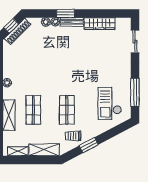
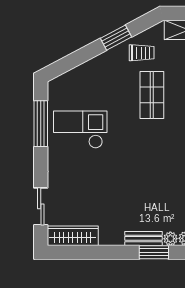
wardrobe: (100, 24) -> (73, 236), moved
checkout: (110, 103) -> (80, 130), moved, turned -90

